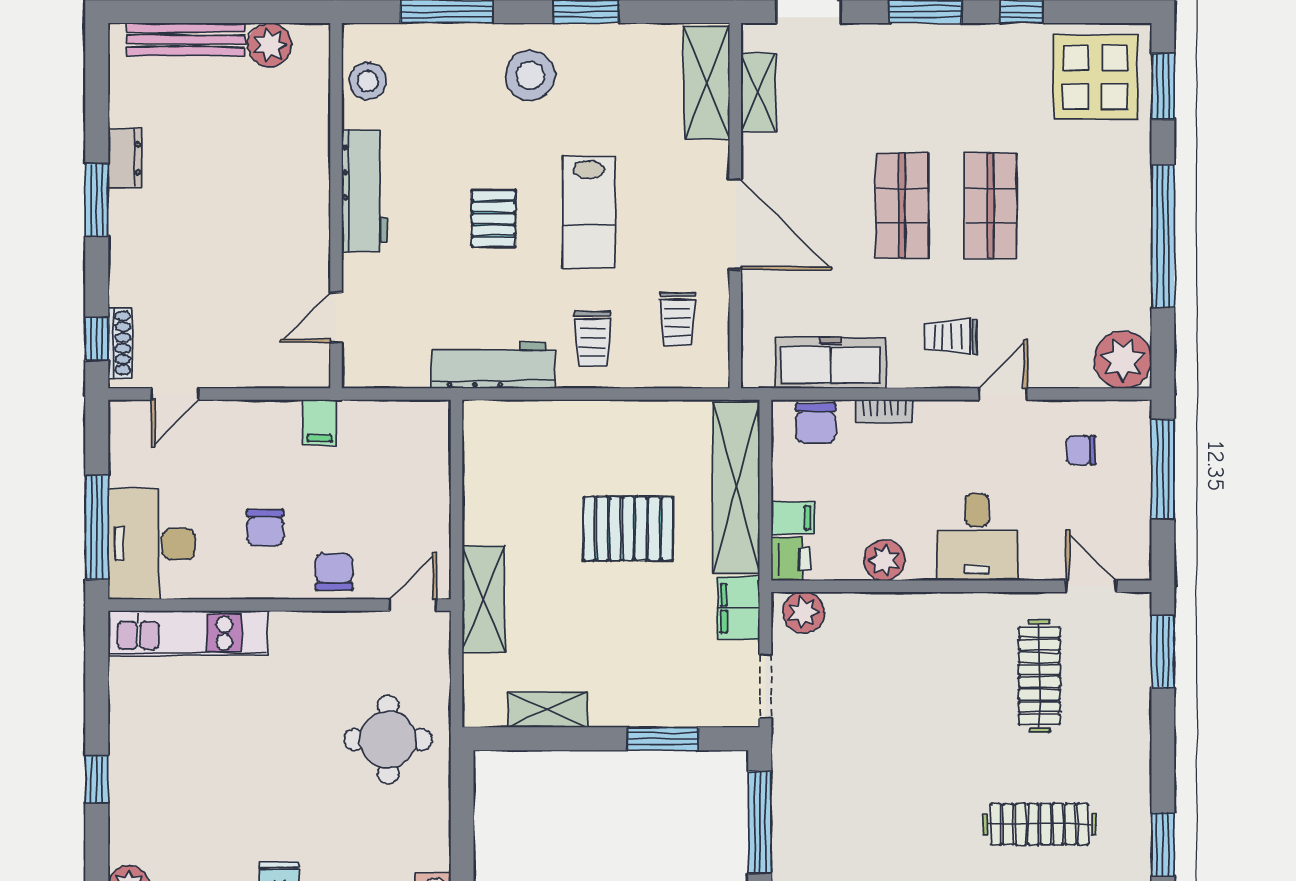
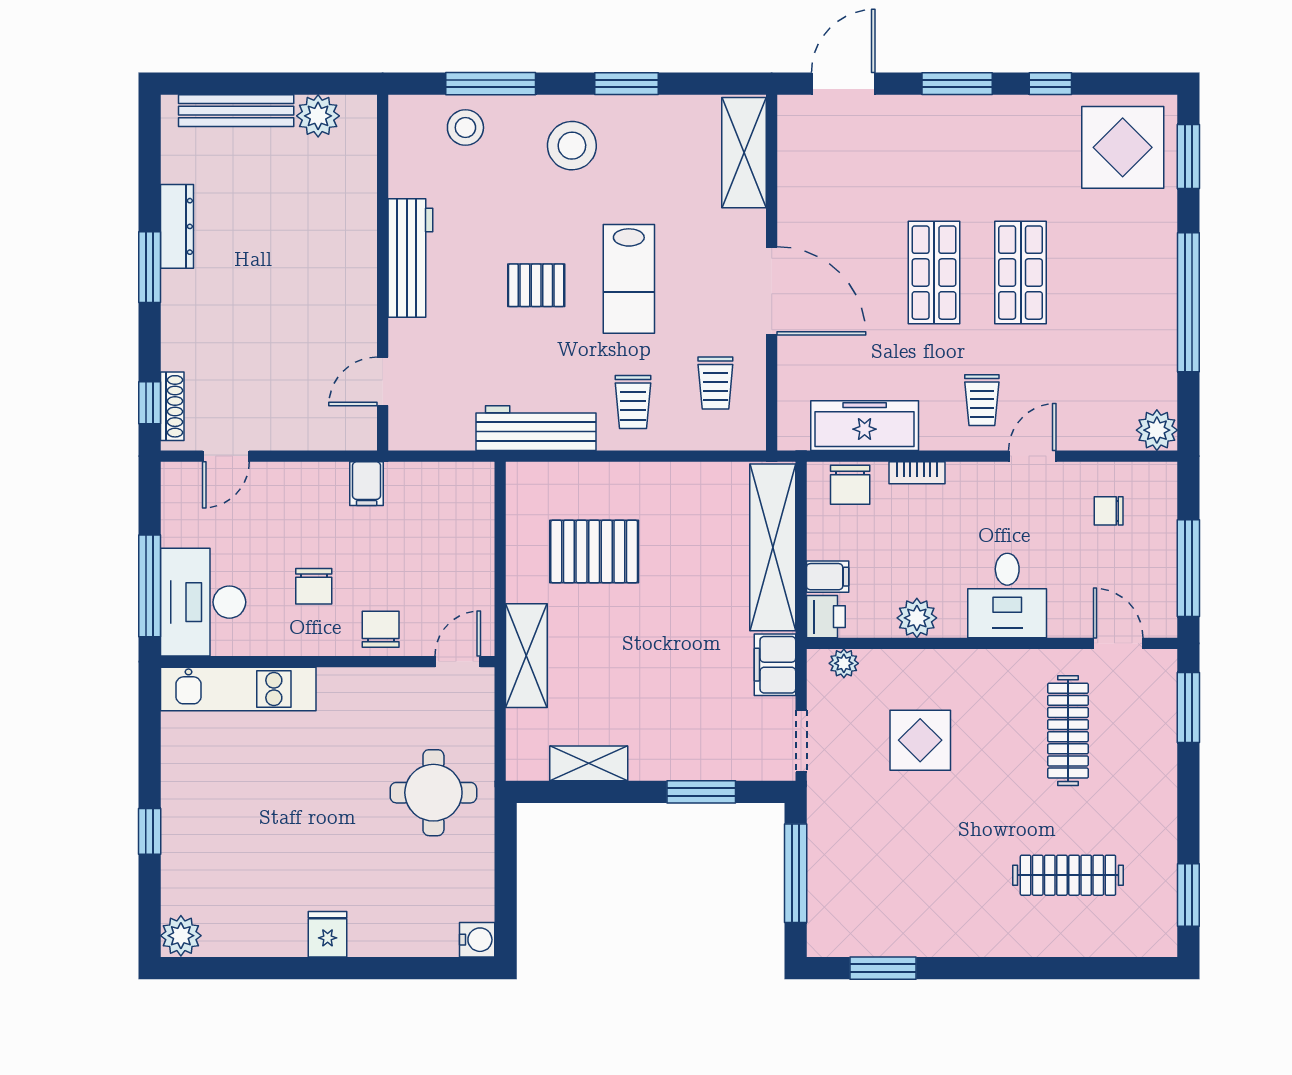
stool: (368, 81) -> (465, 128), moved
shelving: (758, 93) -> (794, 162), removed
dresser: (125, 158) -> (177, 226), width x1.44
pallet: (494, 219) -> (536, 285), turned 90
trolley: (951, 337) -> (982, 400), turned -90
plant: (1123, 360) -> (1157, 430), width x0.73, depth x0.73
window: (1163, 469) -> (1188, 568), moved
pallet: (628, 529) -> (594, 552), moved
plant: (804, 612) -> (844, 663), width x0.73, depth x0.73
display table: (888, 686) -> (920, 740), added

